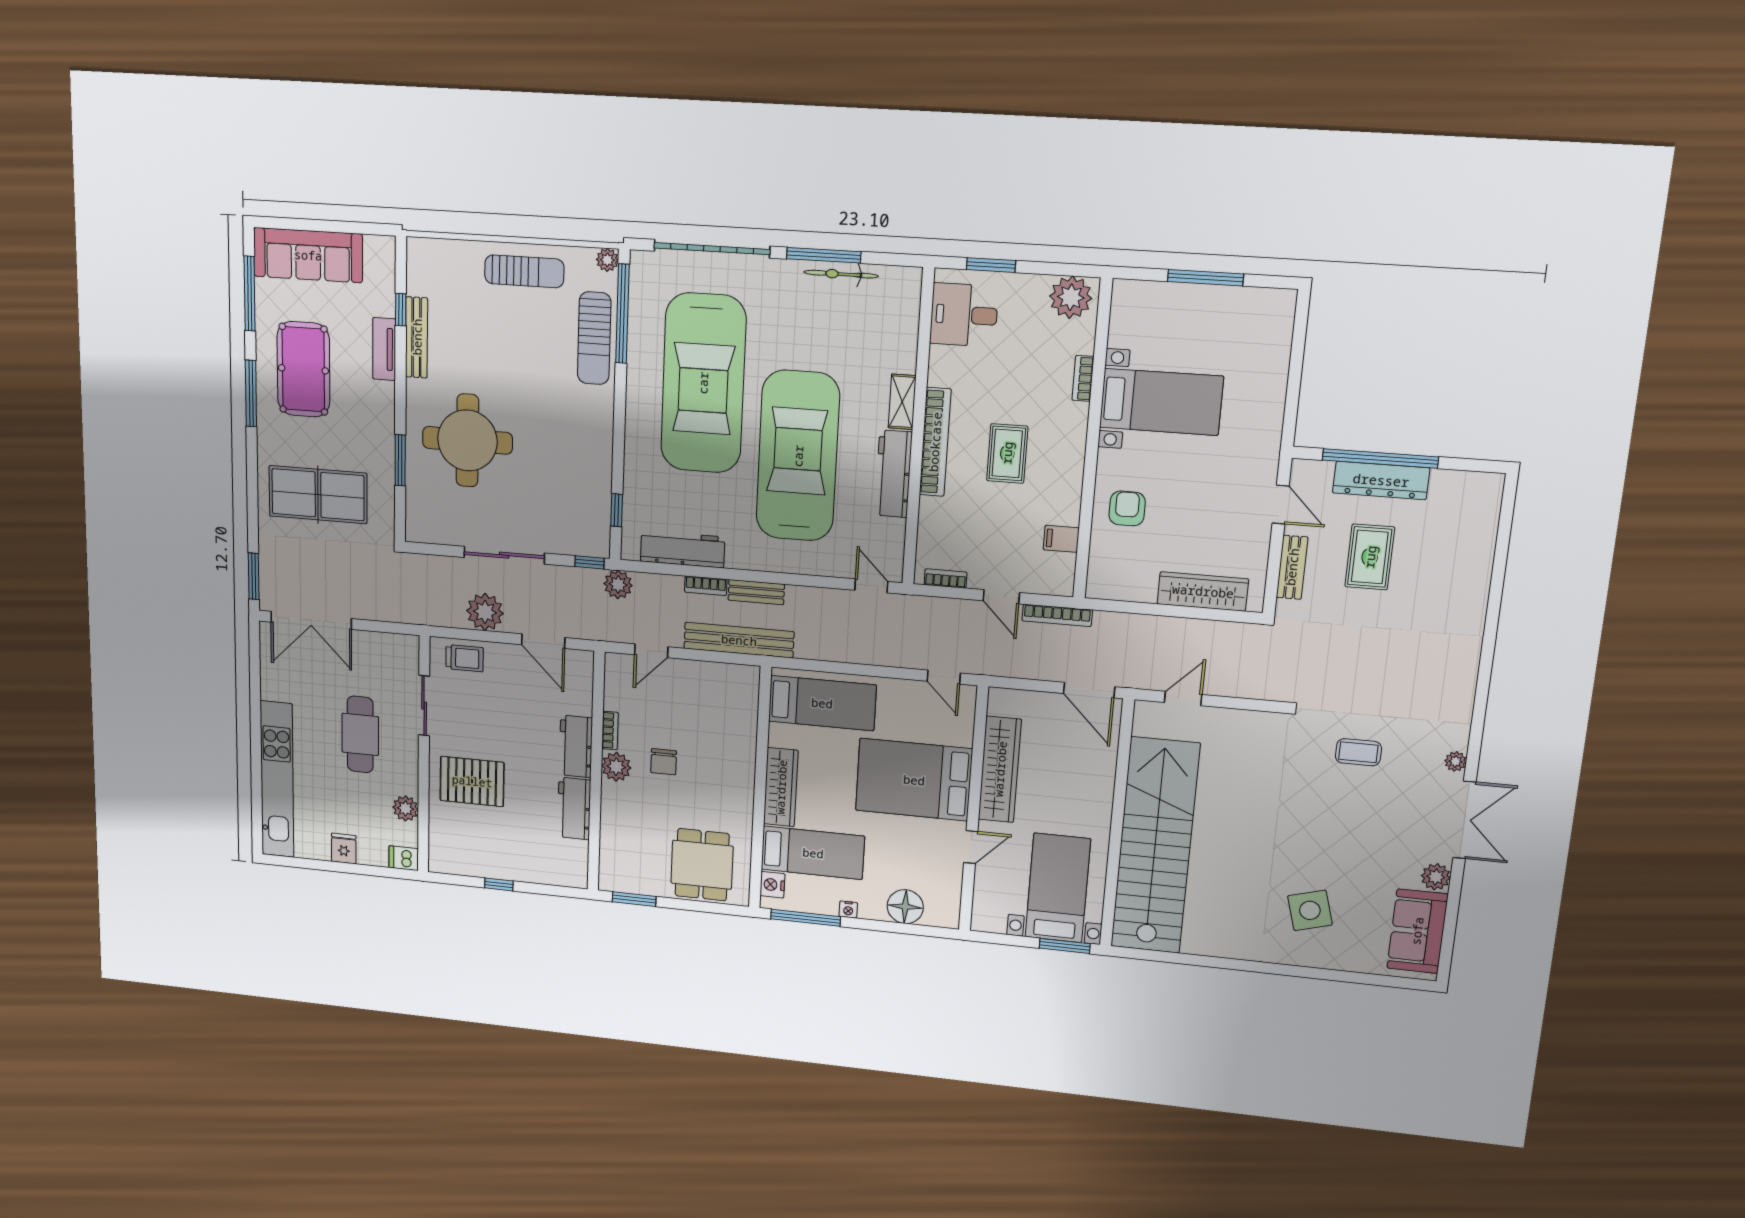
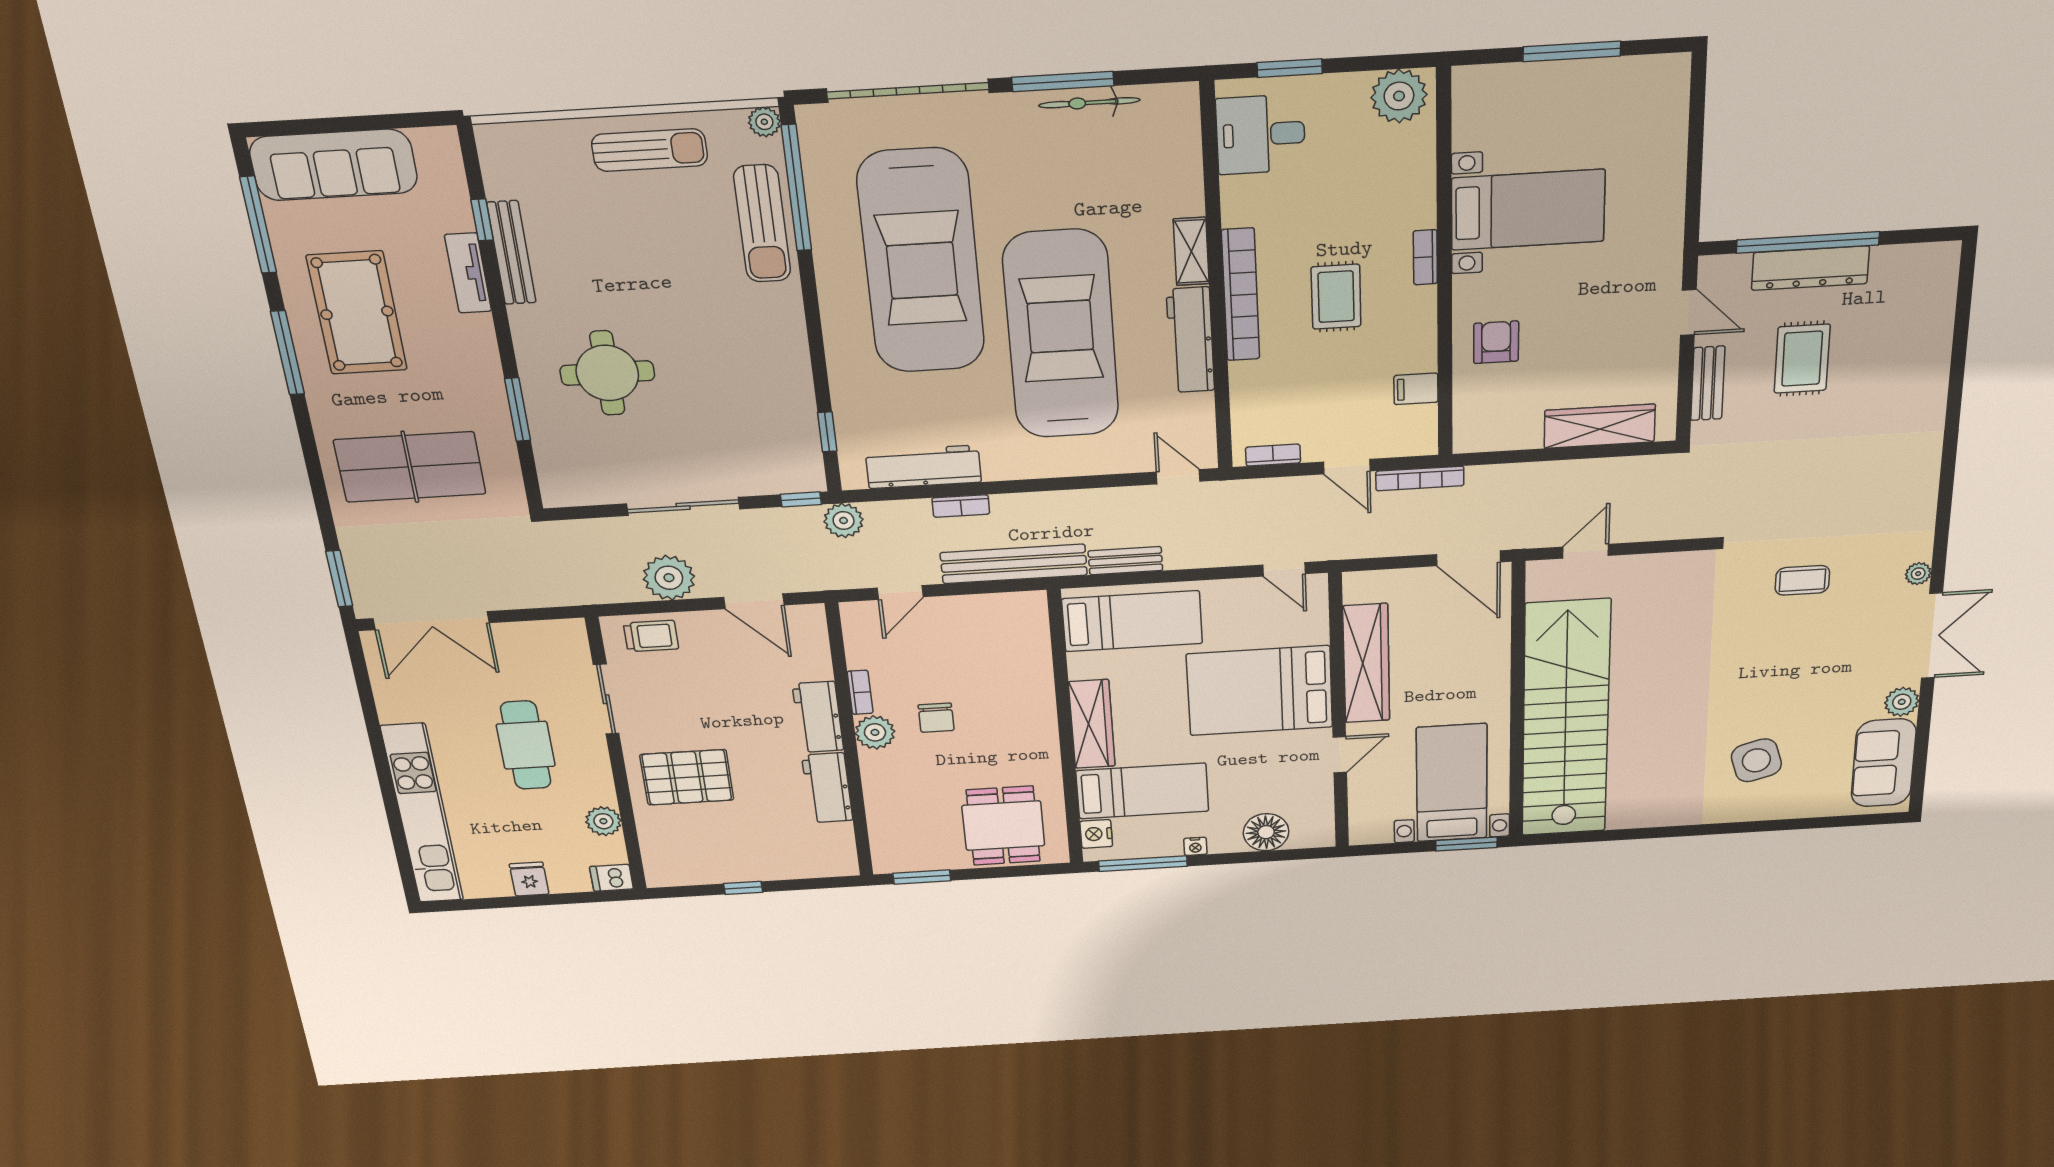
bookcase: (1083, 378) -> (1425, 257), moved
round table: (467, 440) -> (607, 373), width x0.73, depth x0.73
bench: (756, 592) -> (1125, 561), moved

